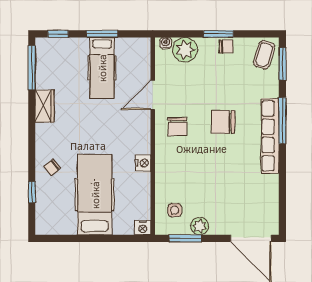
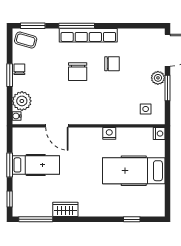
chair: (177, 127) -> (112, 64), moved
chair: (52, 167) -> (112, 203), removed
plant: (200, 226) -> (158, 78), moved
window: (185, 238) -> (167, 88), moved

